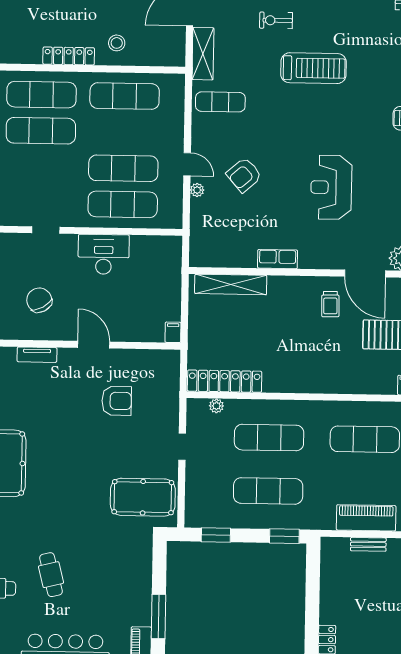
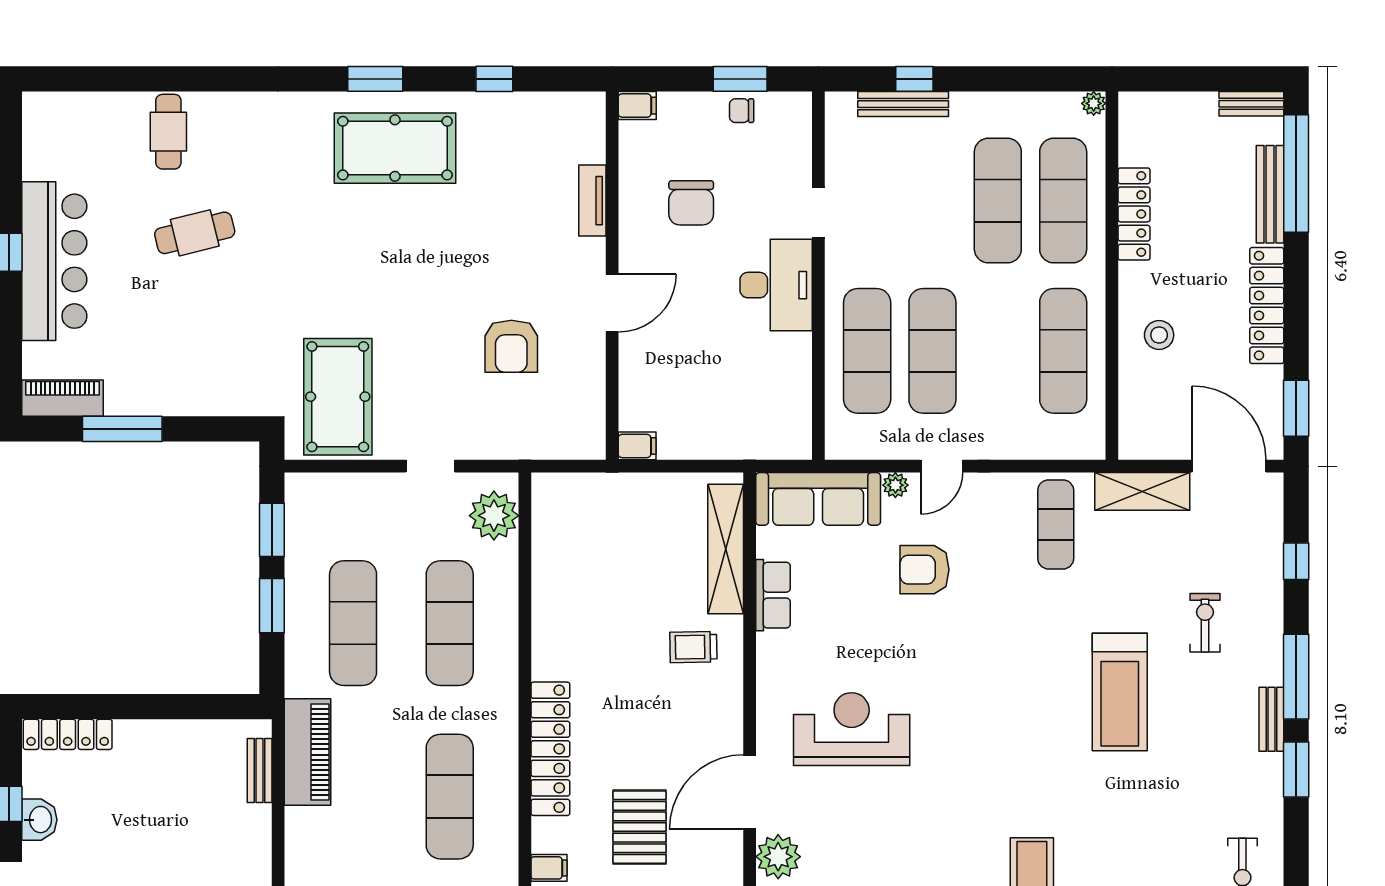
locker: (69, 56) -> (1134, 214), moved
armchair: (244, 175) -> (924, 570), turned -49
reception desk: (331, 187) -> (852, 729), moved
sofa: (204, 233) -> (818, 499), added
desk: (104, 254) -> (776, 285), moved
row of seats: (278, 259) -> (773, 595), moved
chair: (39, 300) -> (691, 203), turned 119
trolley: (330, 304) -> (693, 647), moved
locker: (225, 381) -> (550, 749), moved
plant: (216, 406) -> (494, 516), width x1.88, depth x1.88
piano: (366, 518) -> (307, 752), moved
window: (284, 536) -> (272, 606), moved
bench: (368, 544) -> (260, 771), moved

